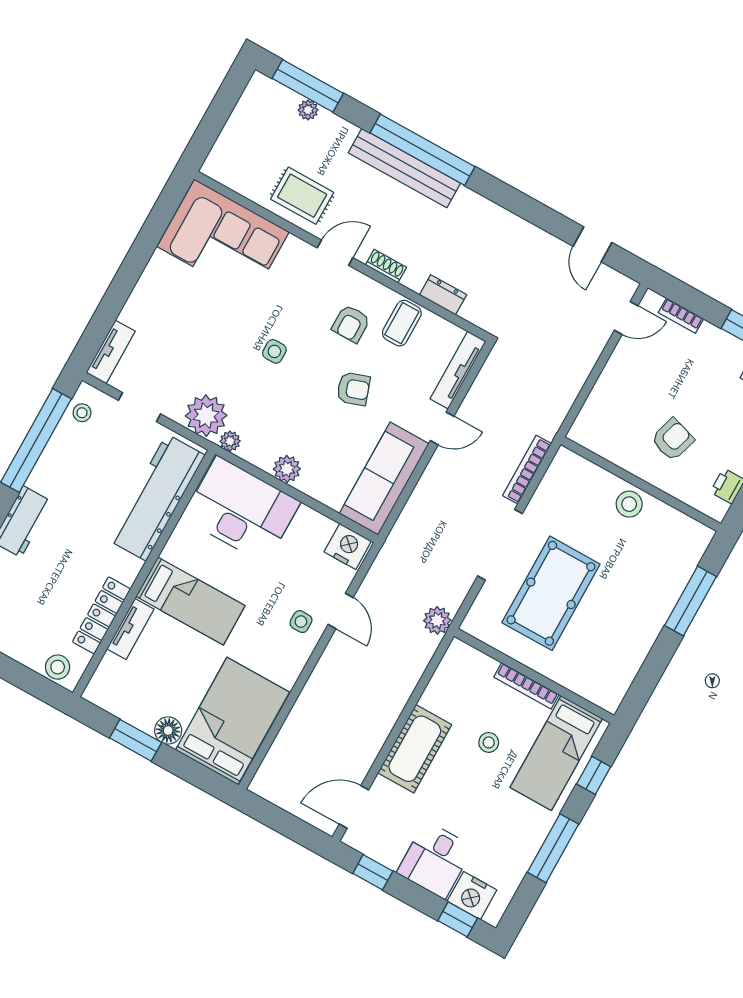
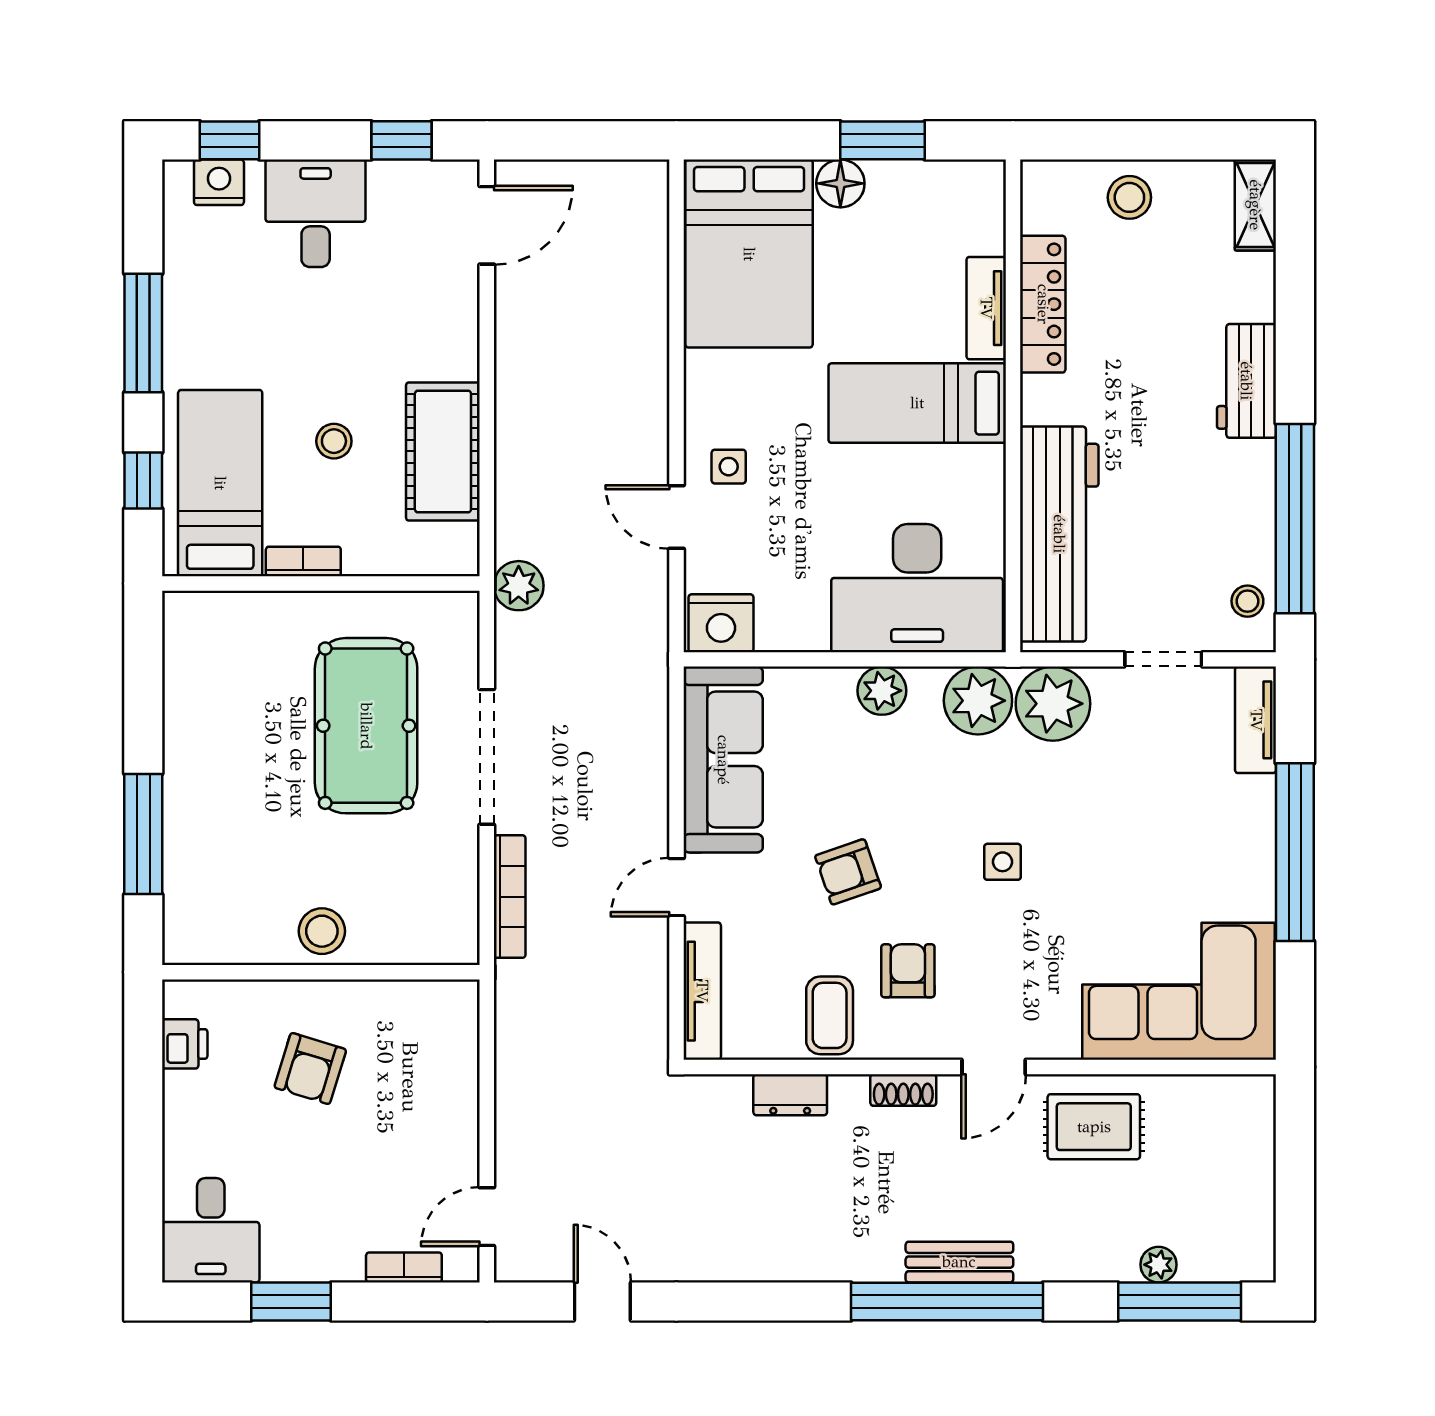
bench: (404, 168) -> (959, 1262), width x0.54, depth x0.82
window: (128, 276) -> (1295, 852), added
plant: (230, 441) -> (978, 701), width x1.87, depth x1.87
stool: (58, 667) -> (1129, 197), moved
bookcase: (526, 686) -> (303, 561), width x0.64
cot: (415, 749) -> (443, 451), moved
nightstand: (472, 896) -> (219, 182), width x0.74, depth x0.75

